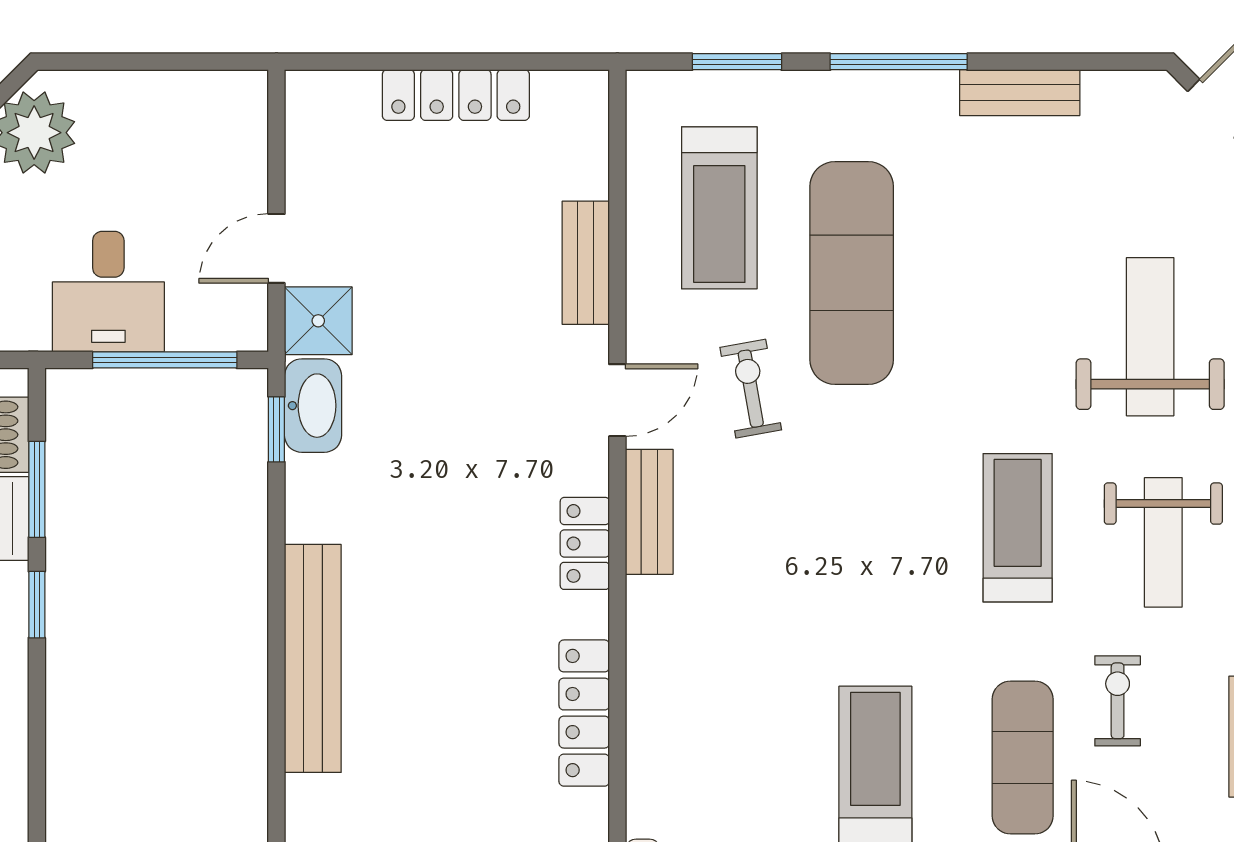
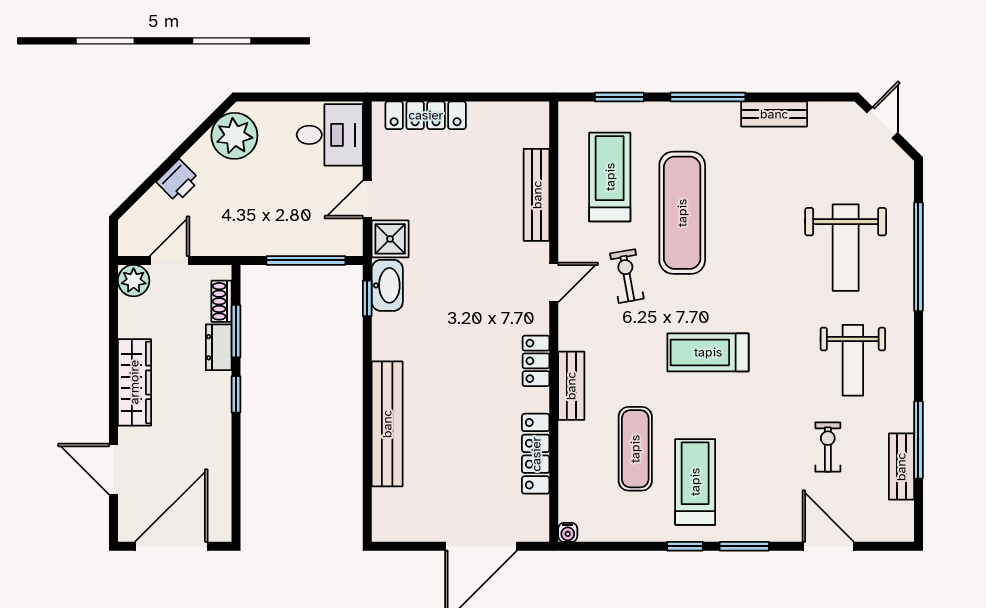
locker: (456, 95) -> (426, 115), moved
treadmill: (719, 208) -> (610, 177), turned 180
bench: (586, 263) -> (537, 195), width x1.36
desk: (108, 292) -> (330, 135), moved, turned -90
weight bench: (1150, 337) -> (846, 248), turned 180
bench: (649, 512) -> (571, 386), moved
treadmill: (1018, 528) -> (708, 352), moved, turned -90
exercise mat: (1023, 758) -> (635, 449), moved

